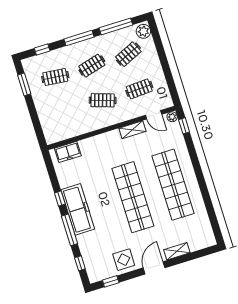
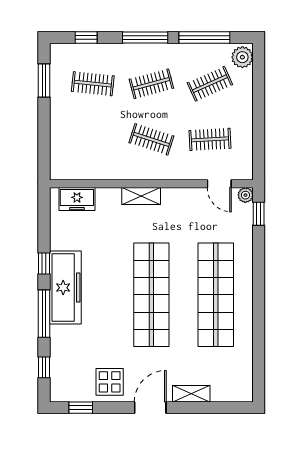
shelving: (132, 130) -> (141, 196), moved

